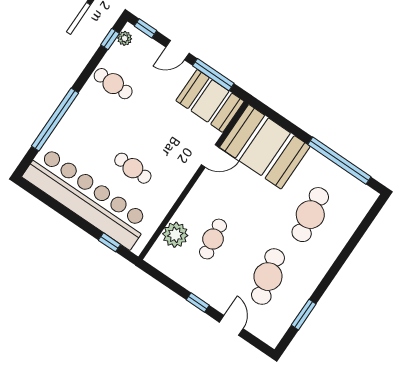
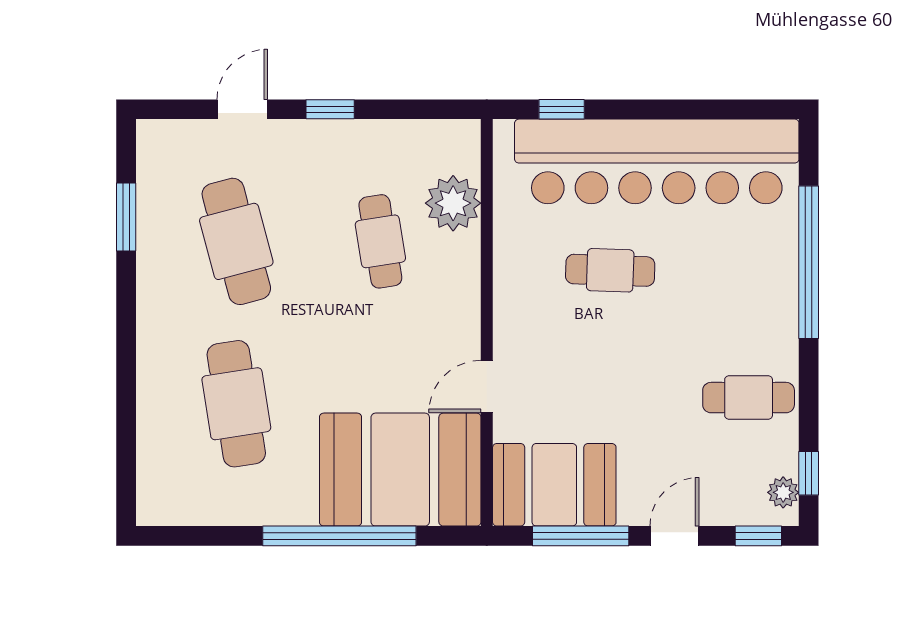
window: (339, 161) -> (339, 536), moved
door: (231, 325) -> (242, 109), swing flipped

